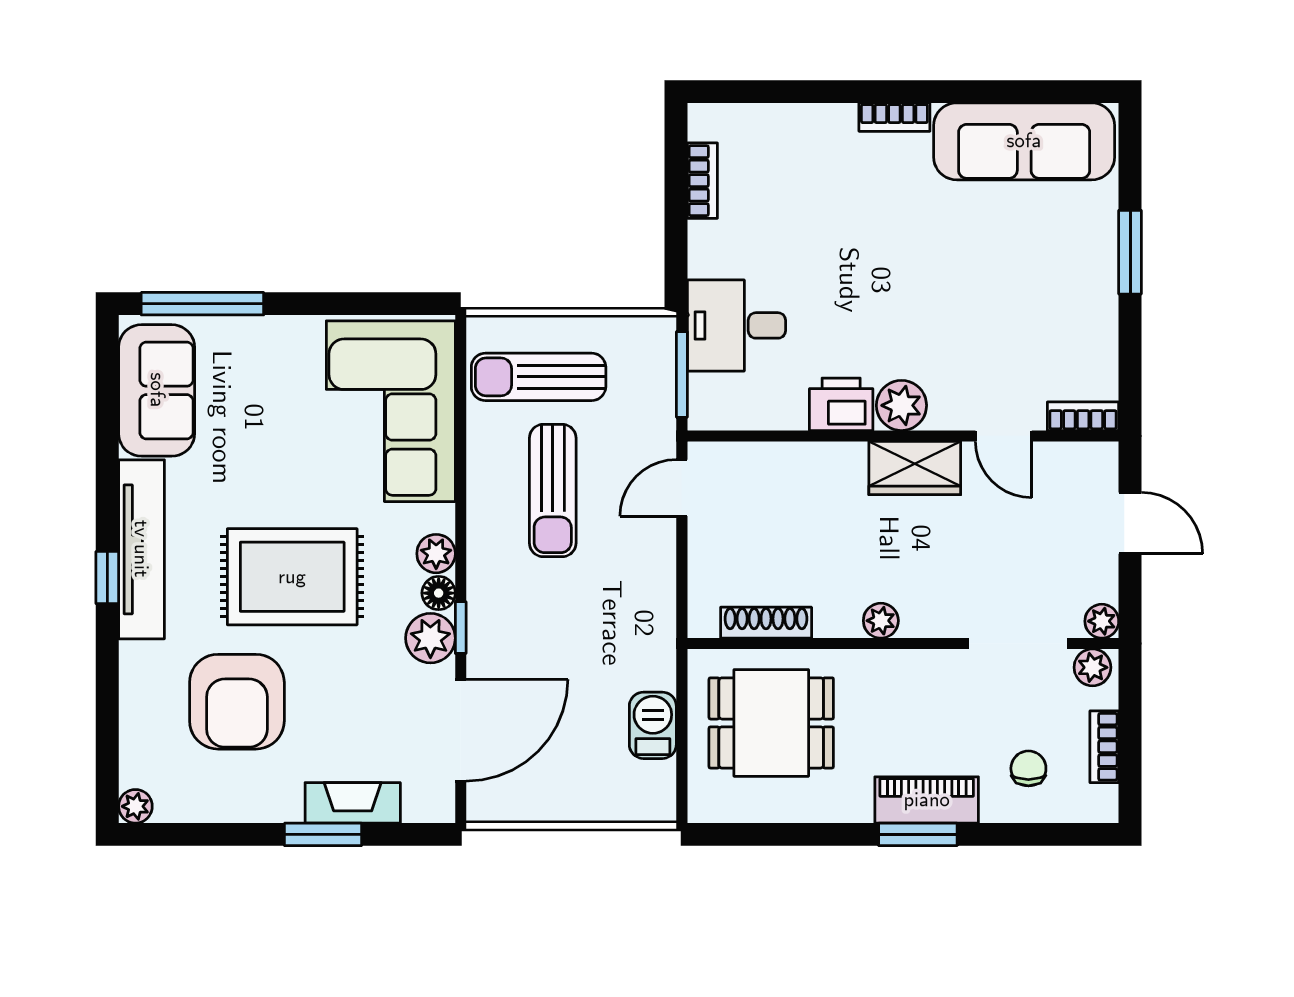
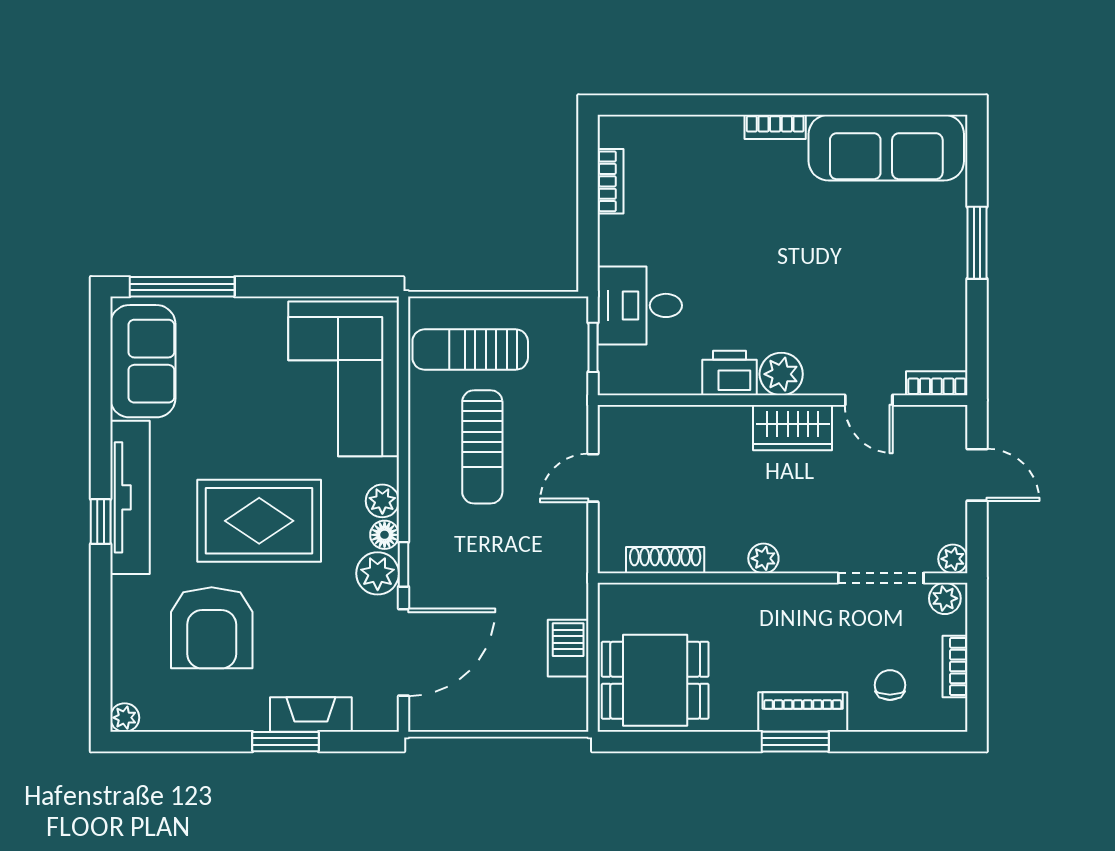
window: (682, 374) -> (593, 347), width x0.67
door: (682, 488) -> (593, 478), moved
dining table: (771, 723) -> (655, 680), moved

